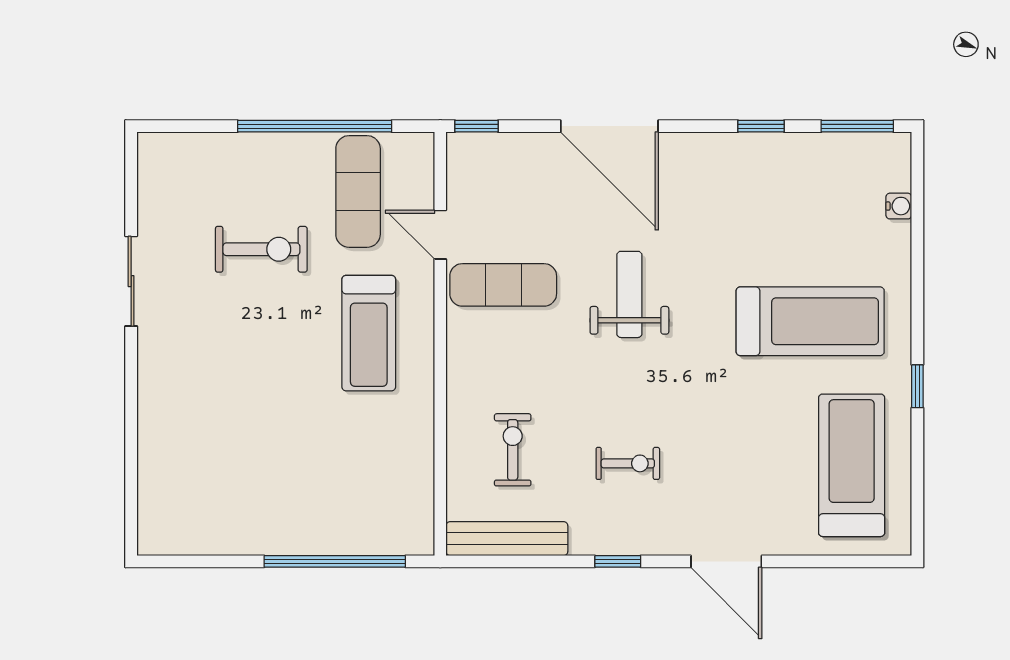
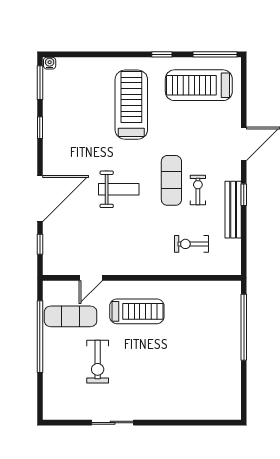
window: (476, 126) -> (40, 244), moved
water cooler: (899, 206) -> (50, 63), moved
exercise bike: (261, 249) -> (98, 362), turned 180
exercise mat: (503, 285) -> (171, 180), moved
weight bench: (629, 294) -> (119, 189), turned 180
window: (917, 500) -> (215, 54), added
bench: (507, 539) -> (233, 210), moved

